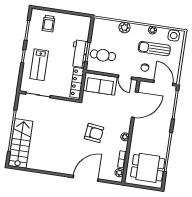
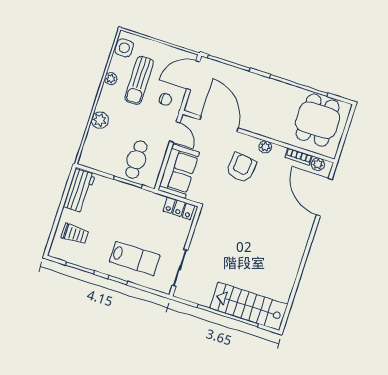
workbench: (79, 54) -> (79, 190), moved, turned -90
door: (125, 77) -> (175, 132), hinge flipped
locker: (77, 83) -> (179, 208), width x0.66
armchair: (94, 133) -> (241, 168), moved
door: (86, 178) -> (324, 197), moved

